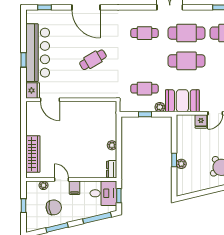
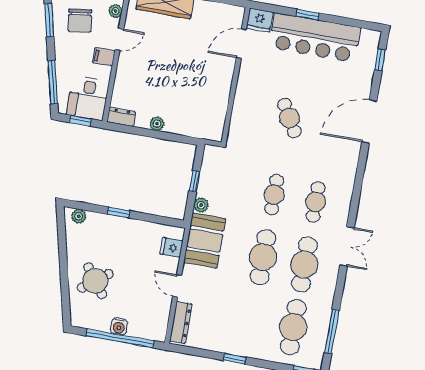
cafe table: (144, 89) -> (274, 195), moved
fridge: (201, 122) -> (171, 247), moved
plant: (181, 164) -> (79, 216), moved

